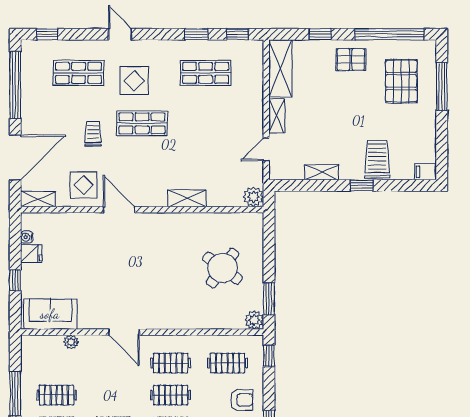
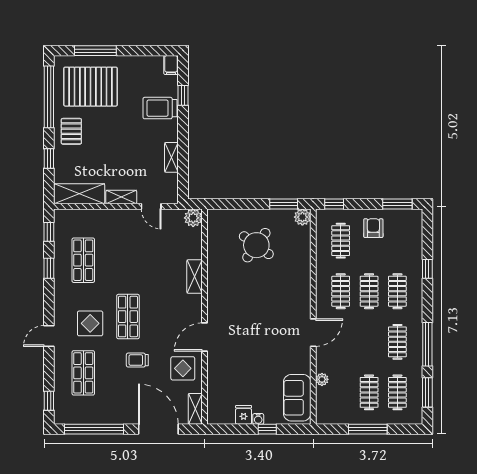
pallet: (401, 81) -> (91, 87), width x1.37, depth x1.41
window: (362, 185) -> (183, 95), moved
water cooler: (27, 237) -> (258, 419), moved

